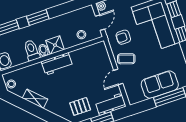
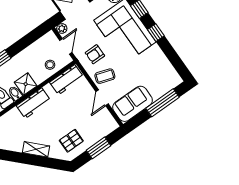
sofa: (160, 85) -> (133, 104), moved
shelving: (35, 99) -> (36, 149), moved
workbench: (111, 104) -> (67, 80), moved, turned 180

